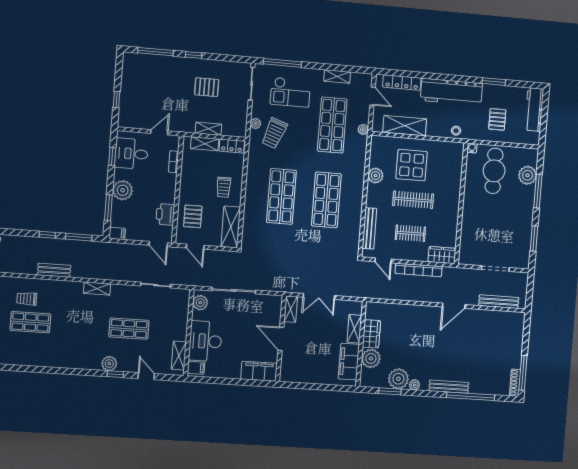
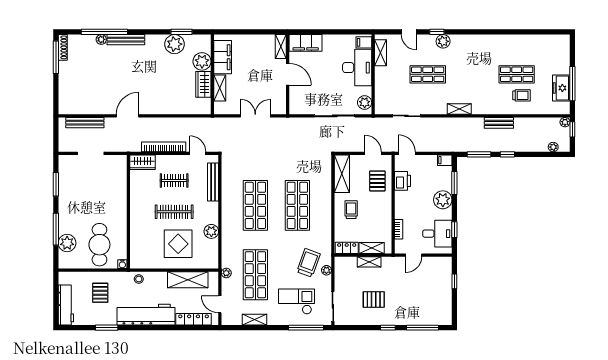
shelving: (291, 309) -> (281, 47), moved
plant: (414, 385) -> (101, 39), moved

